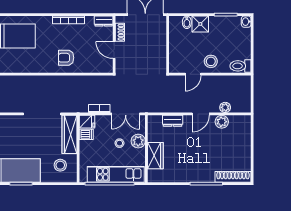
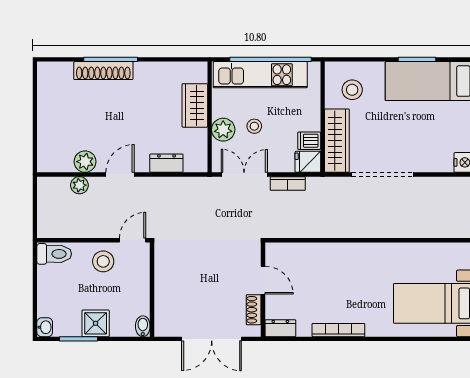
shower: (200, 24) -> (96, 323), moved
wall: (168, 44) -> (152, 290), moved
armchair: (66, 58) -> (342, 267), removed
shoe rack: (233, 177) -> (103, 71), moved

